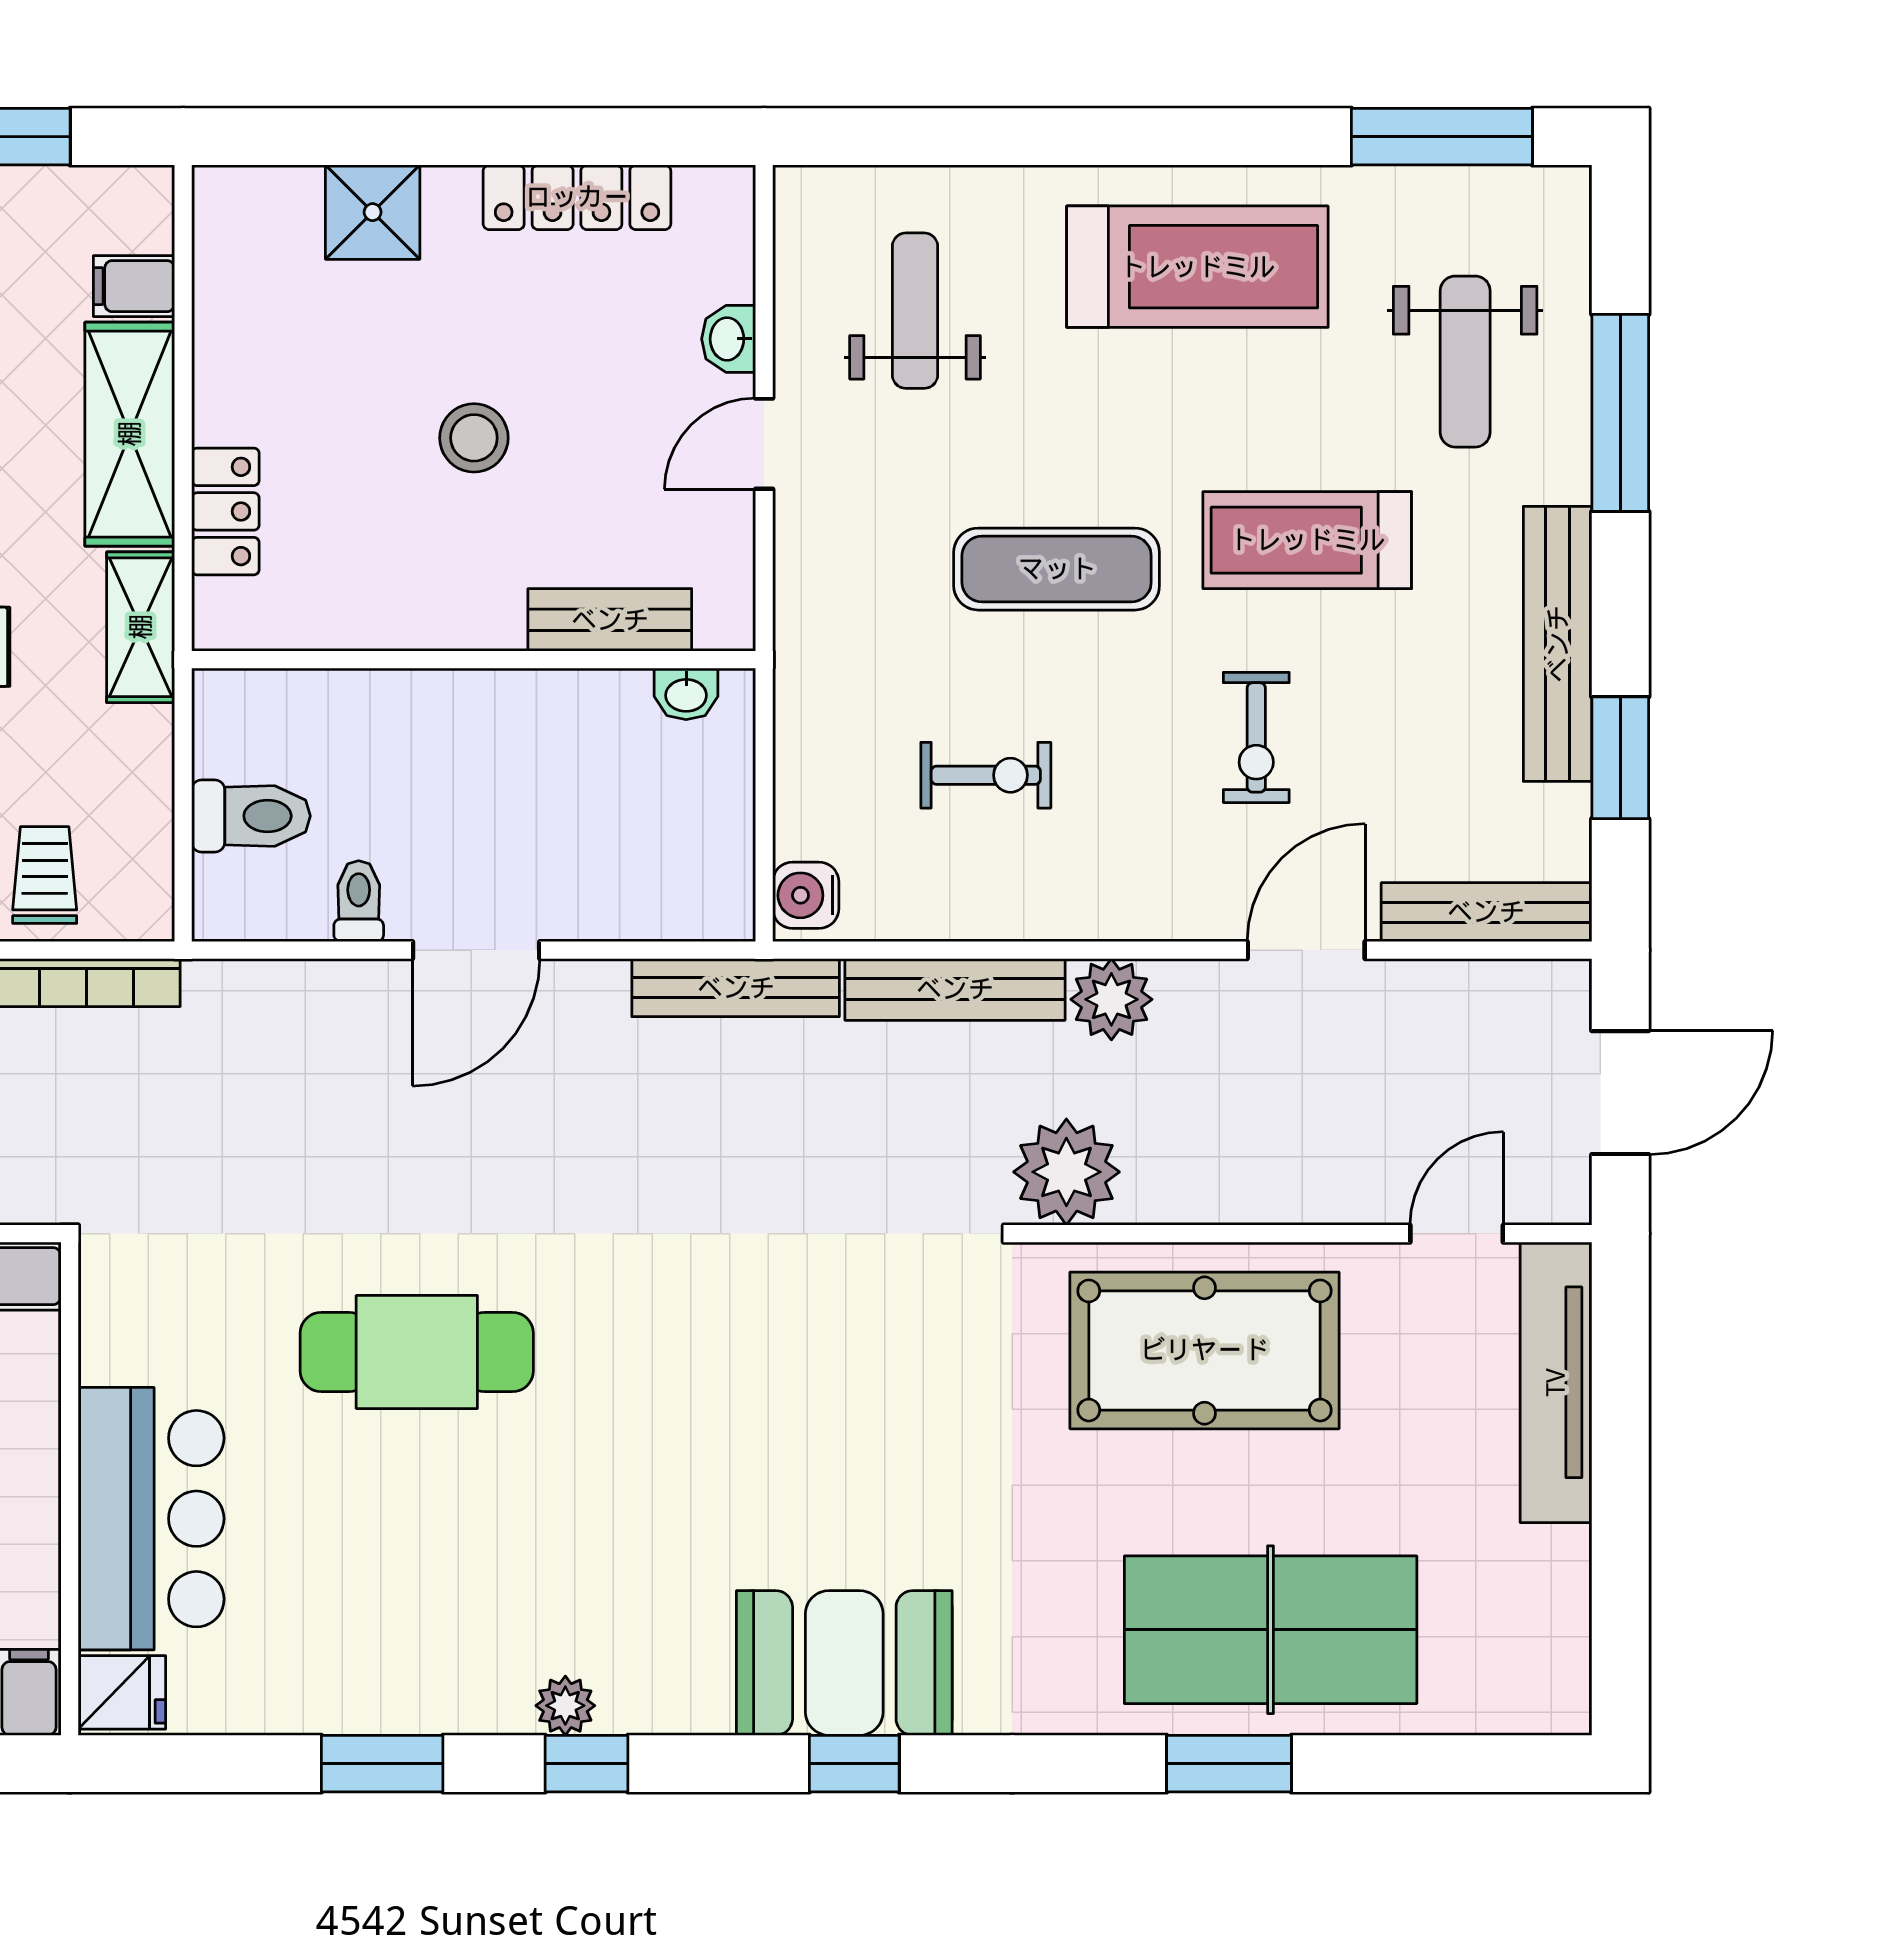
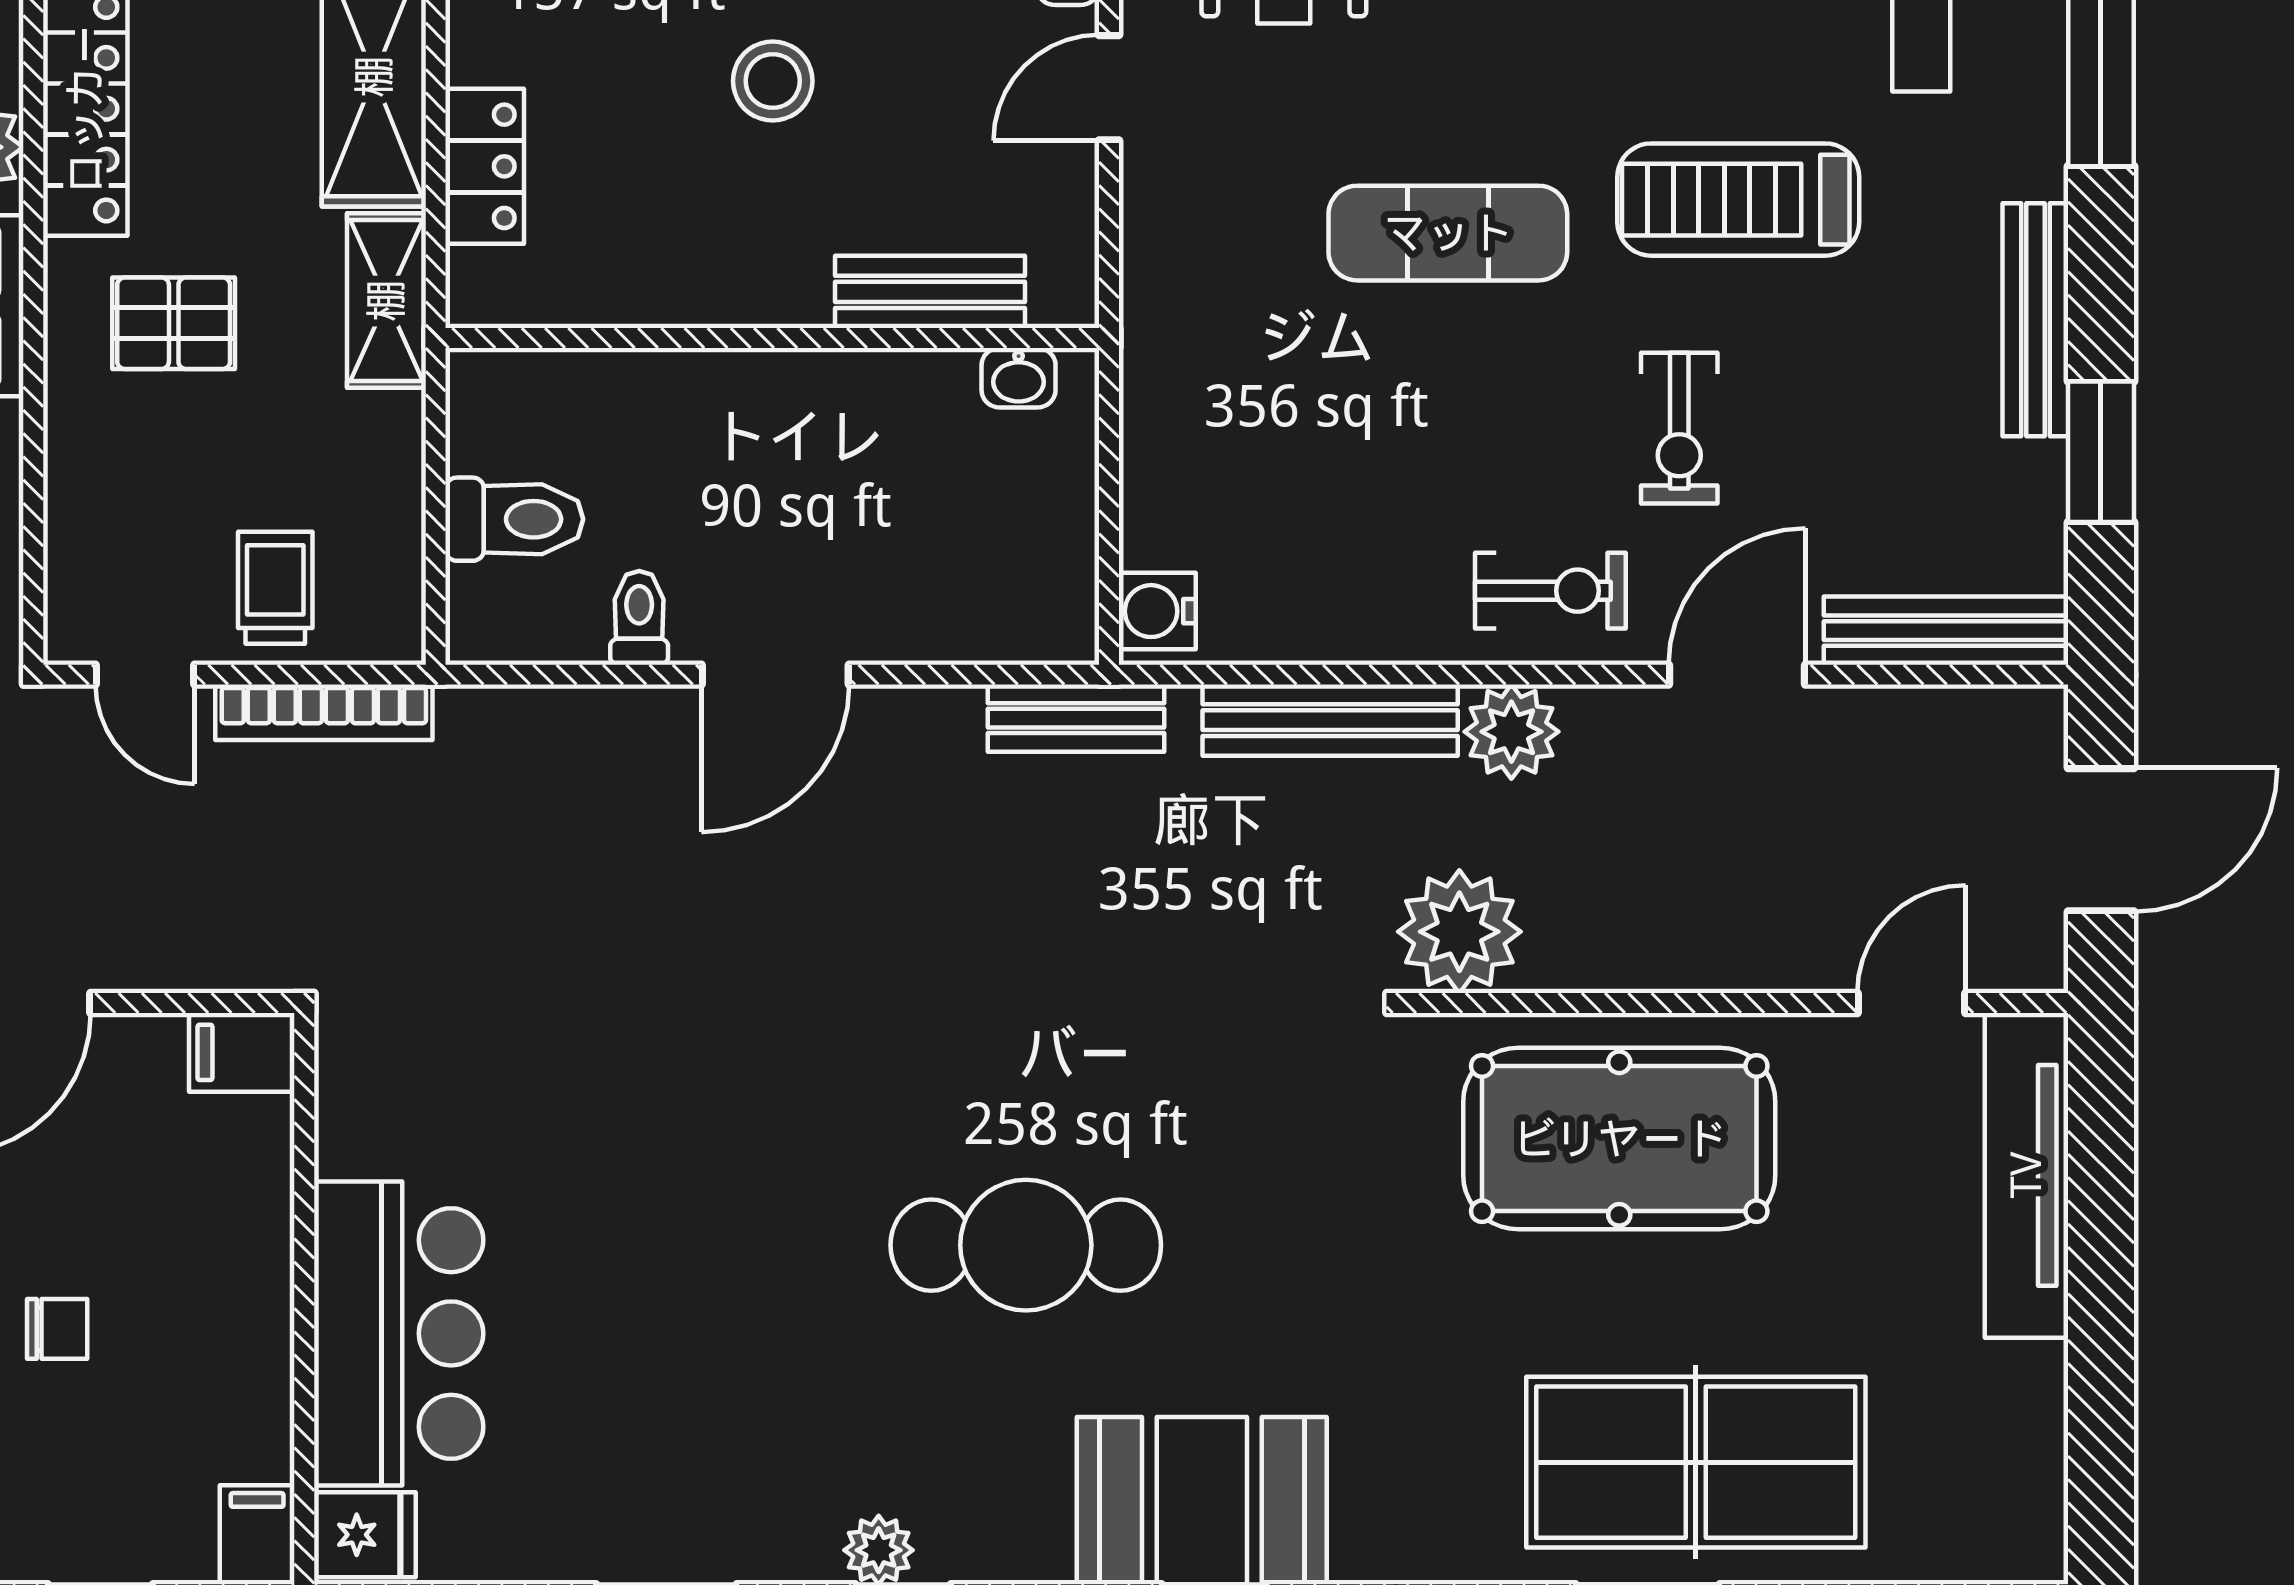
bench: (1558, 644) -> (2035, 320), width x0.73, depth x0.82
exercise bike: (986, 775) -> (1550, 591), moved
bench: (736, 988) -> (1076, 718), width x0.73
cafe table: (417, 1352) -> (1026, 1245), moved

